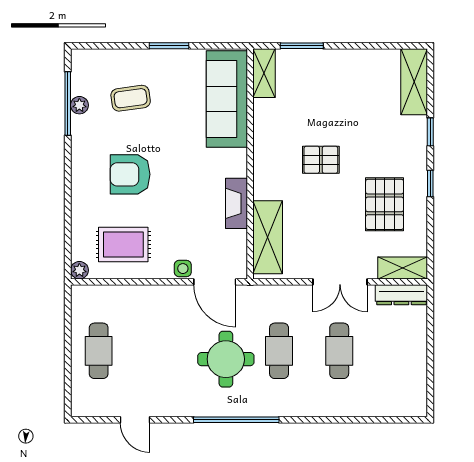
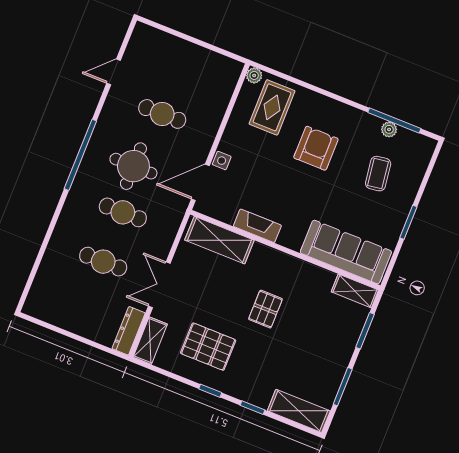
window: (370, 46) -> (343, 387), added
rug: (123, 245) -> (272, 107), moved
cafe table: (99, 351) -> (162, 114), moved

